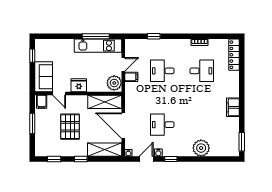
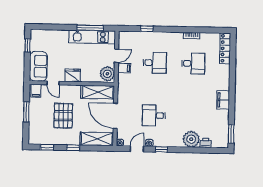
desk: (162, 71) -> (155, 63), turned 180
printer: (216, 151) -> (206, 143), added

